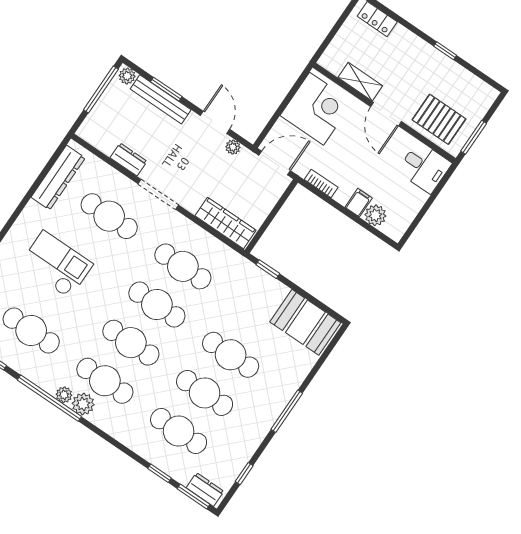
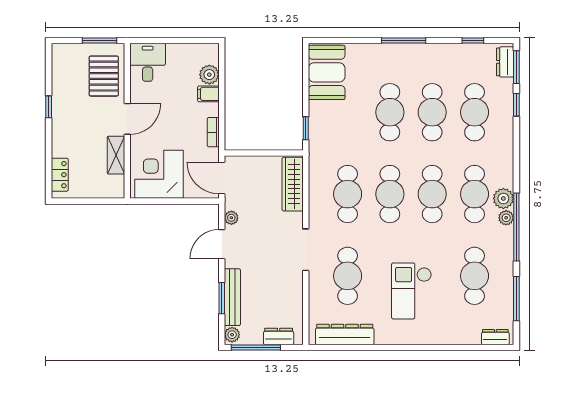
dresser: (129, 159) -> (279, 336), moved, turned 90

